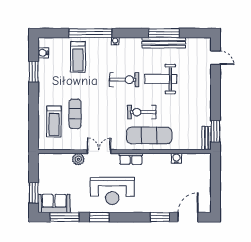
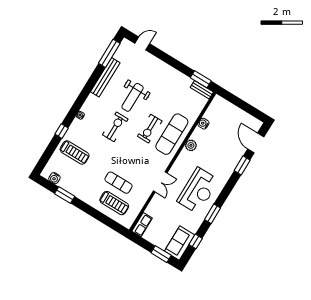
window: (90, 33) -> (62, 131), width x0.32
window: (164, 33) -> (109, 53), moved
double door: (99, 152) -> (160, 182), swing flipped
plant: (78, 159) -> (191, 145), moved
row of seats: (131, 159) -> (142, 225), moved
window: (64, 217) -> (196, 241), width x0.46

